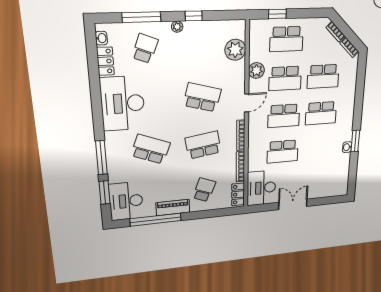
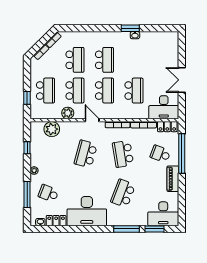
window: (194, 16) -> (27, 148), moved
window: (156, 220) -> (182, 154), moved

